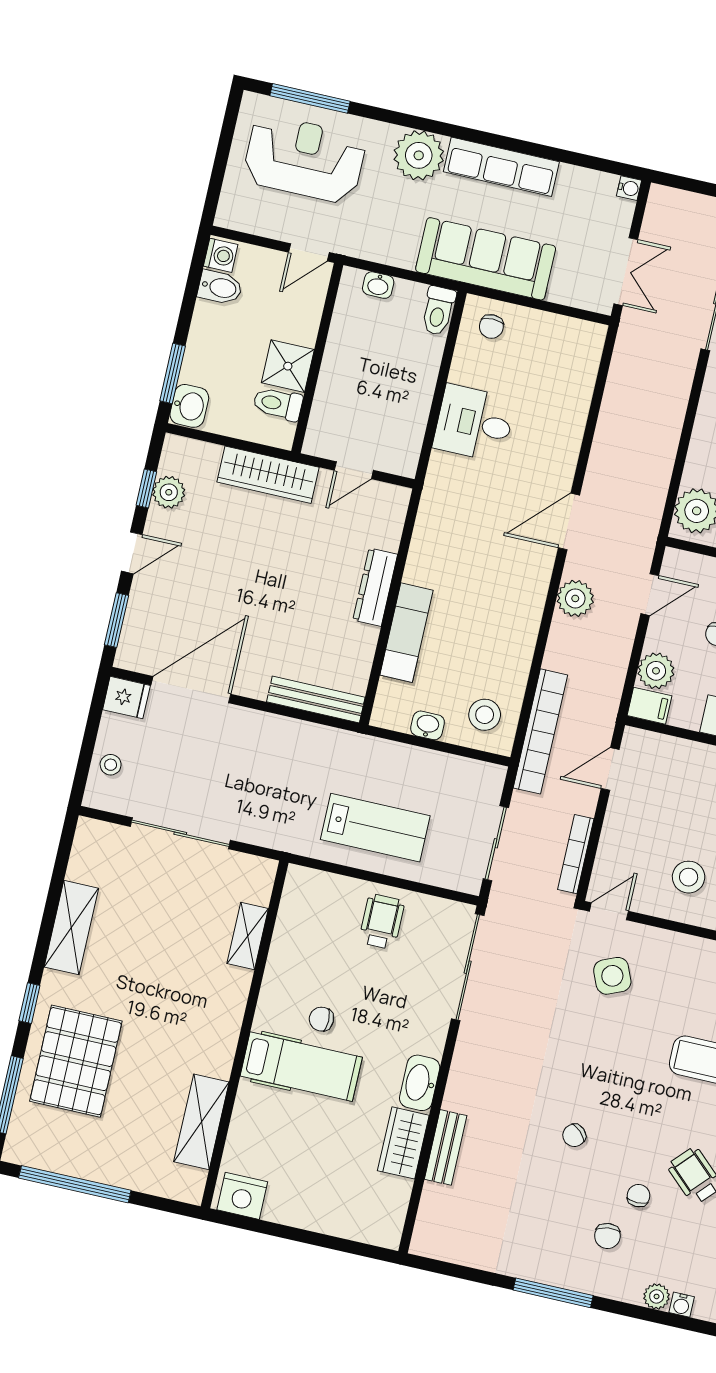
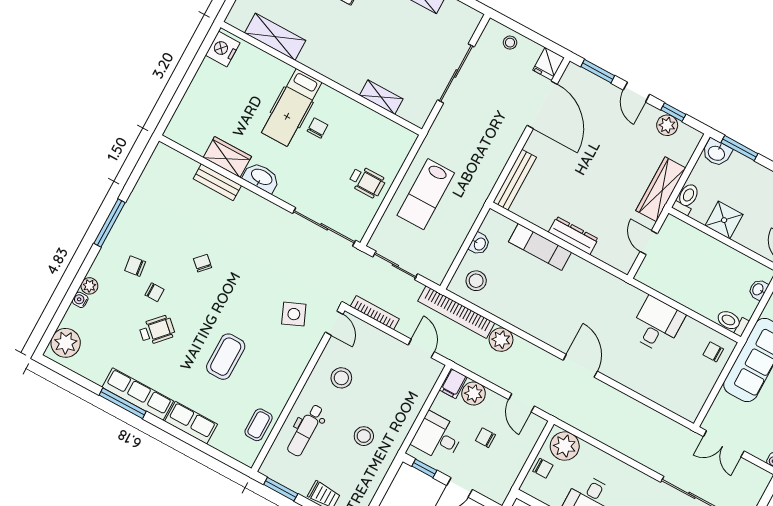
toilet: (278, 404) -> (686, 199), moved
plant: (575, 598) -> (501, 340), moved

